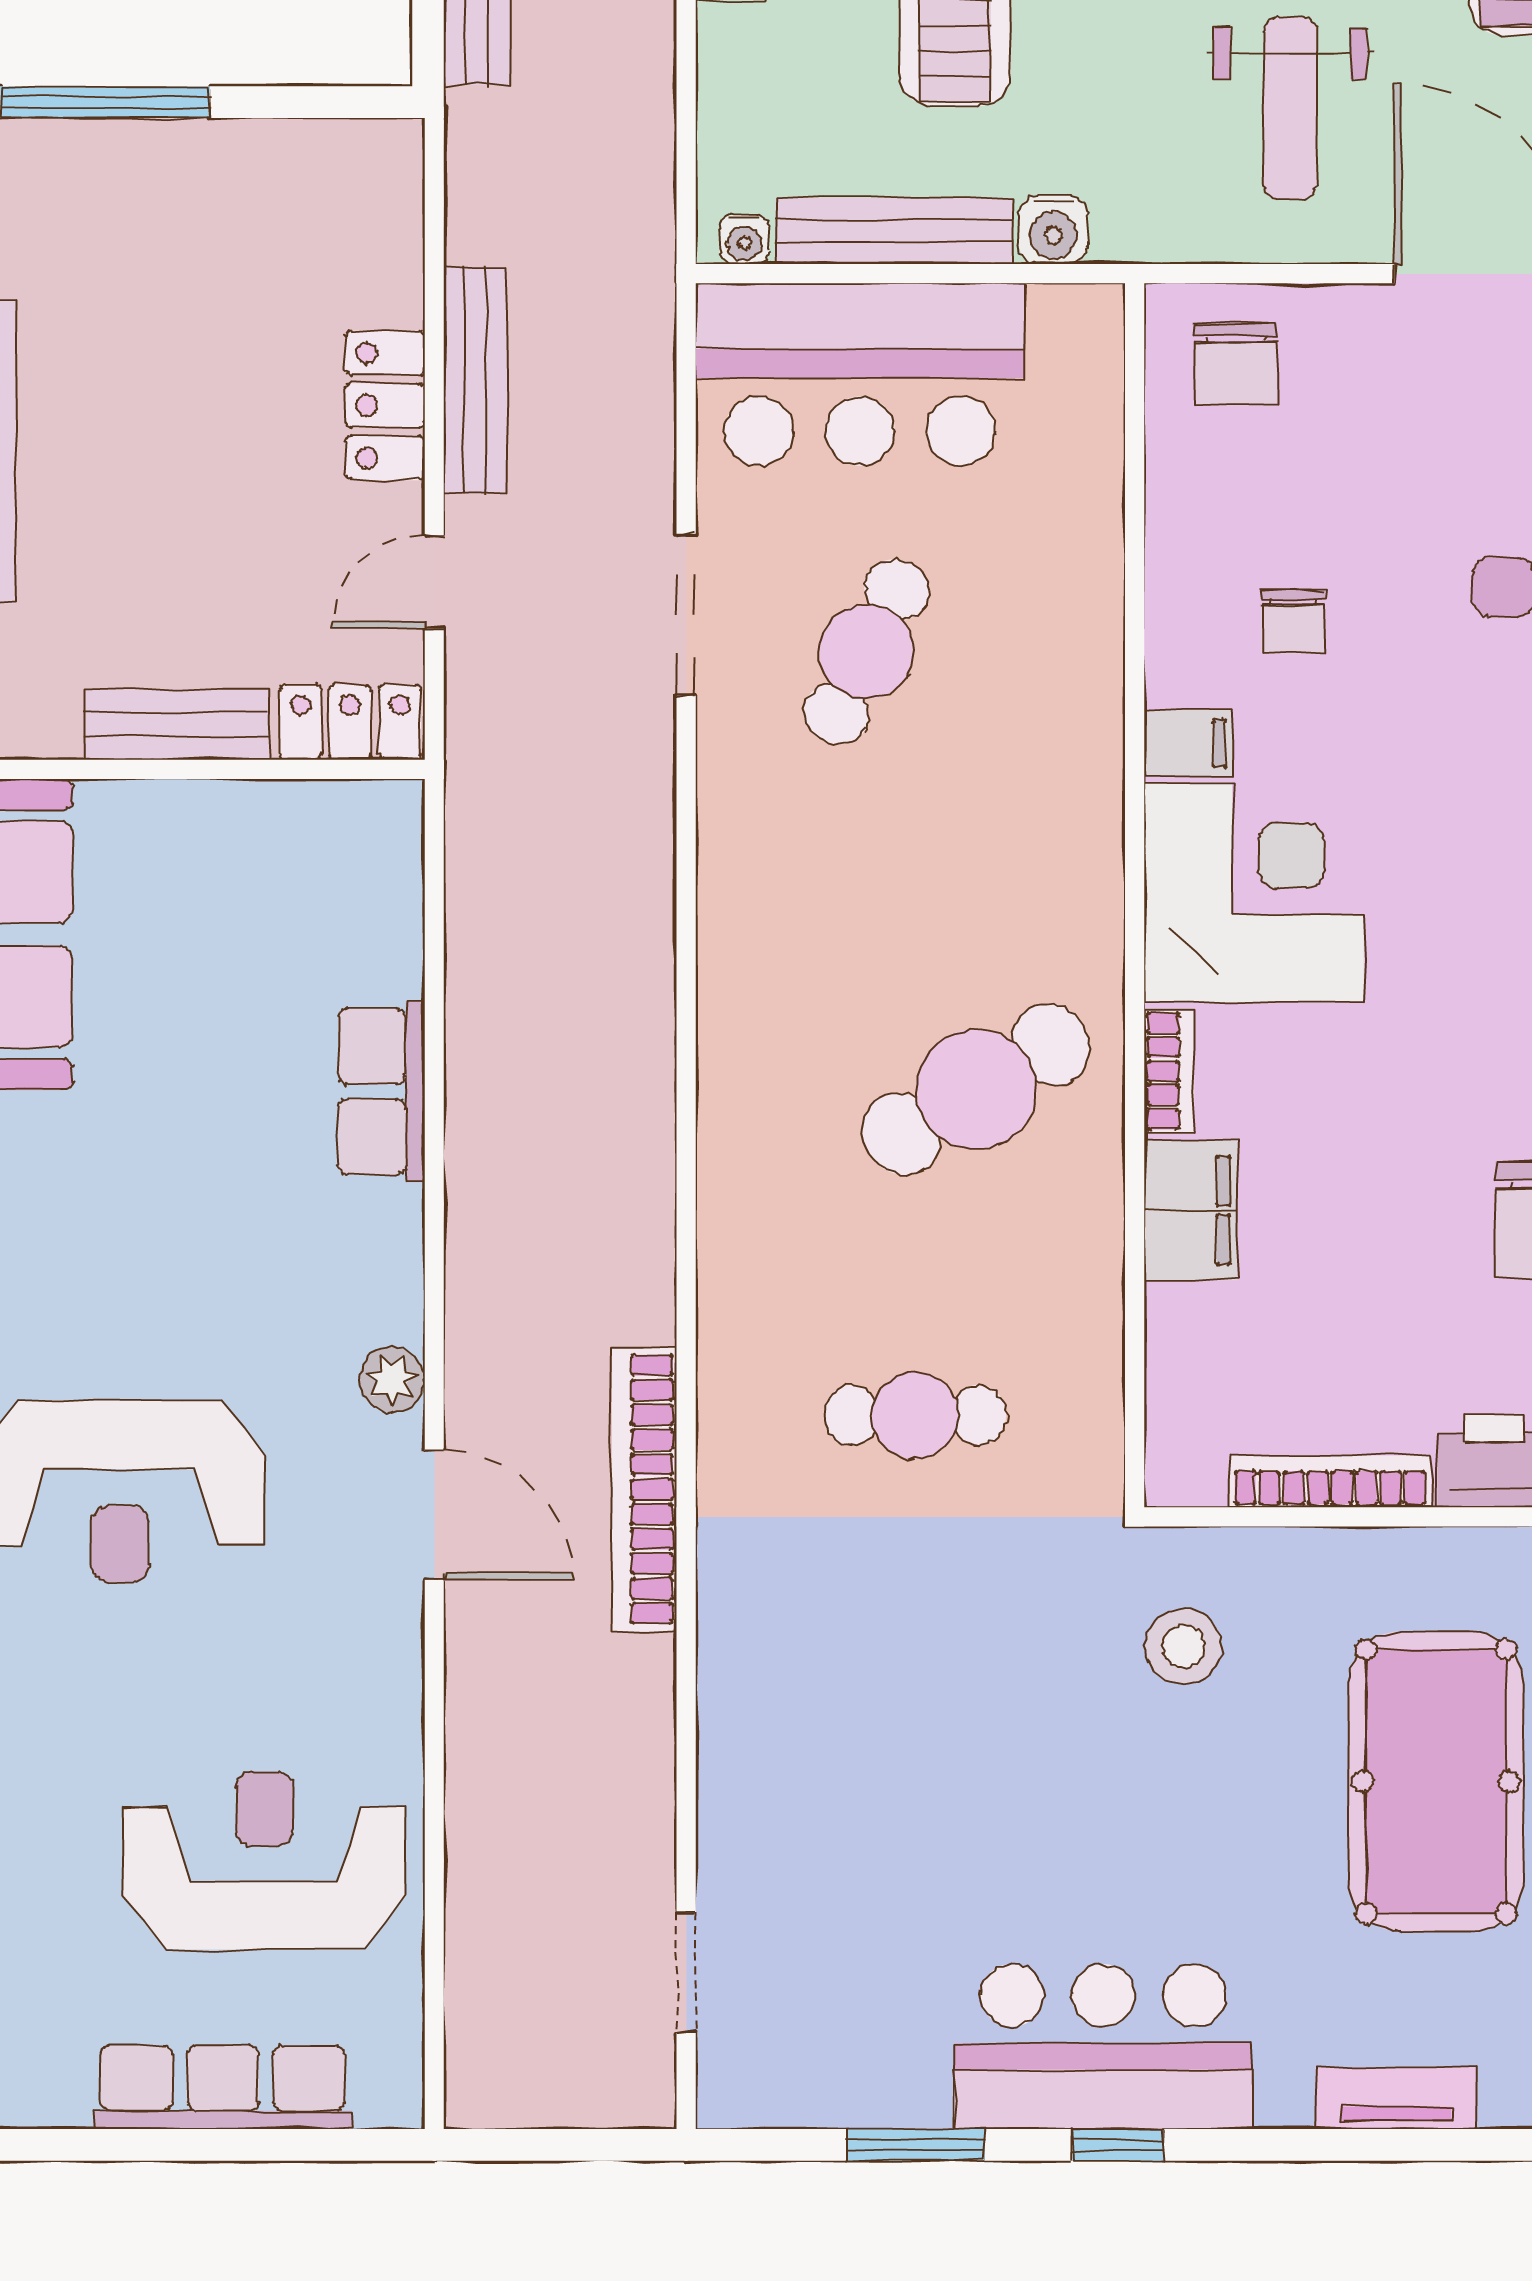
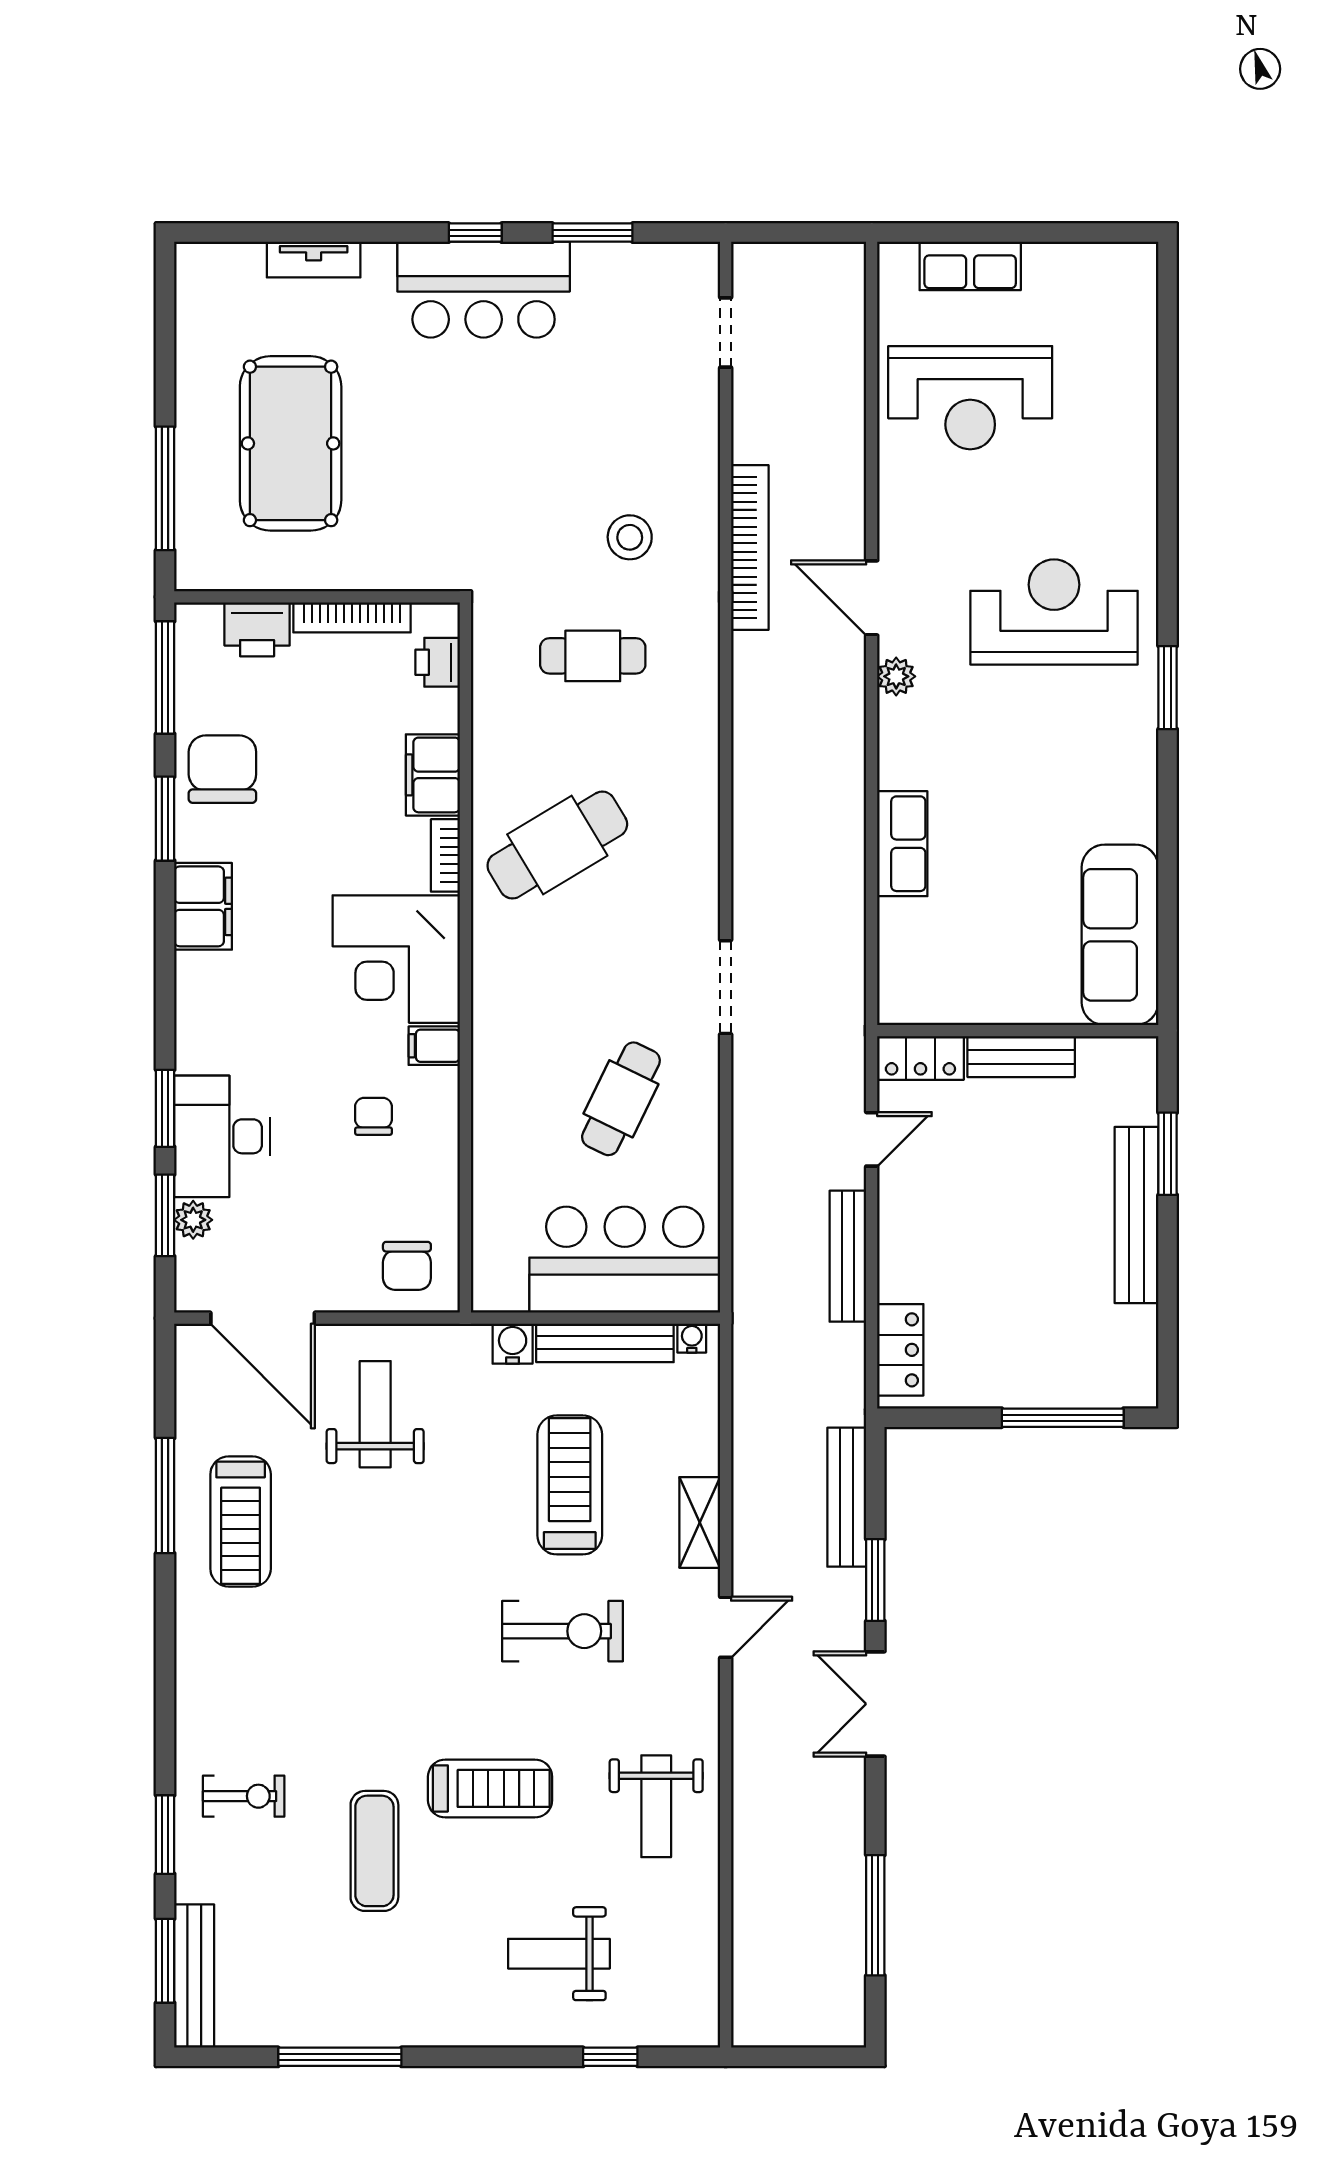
chair: (1236, 364) -> (407, 1266), turned 180
locker: (385, 405) -> (900, 1350), moved
doorway: (686, 615) -> (726, 987), moved
printer: (1182, 1404) -> (438, 662), added
bookcase: (644, 1489) -> (750, 547), moved
stool: (1183, 1647) -> (630, 537), moved
row of seats: (223, 2087) -> (970, 266), width x0.68

